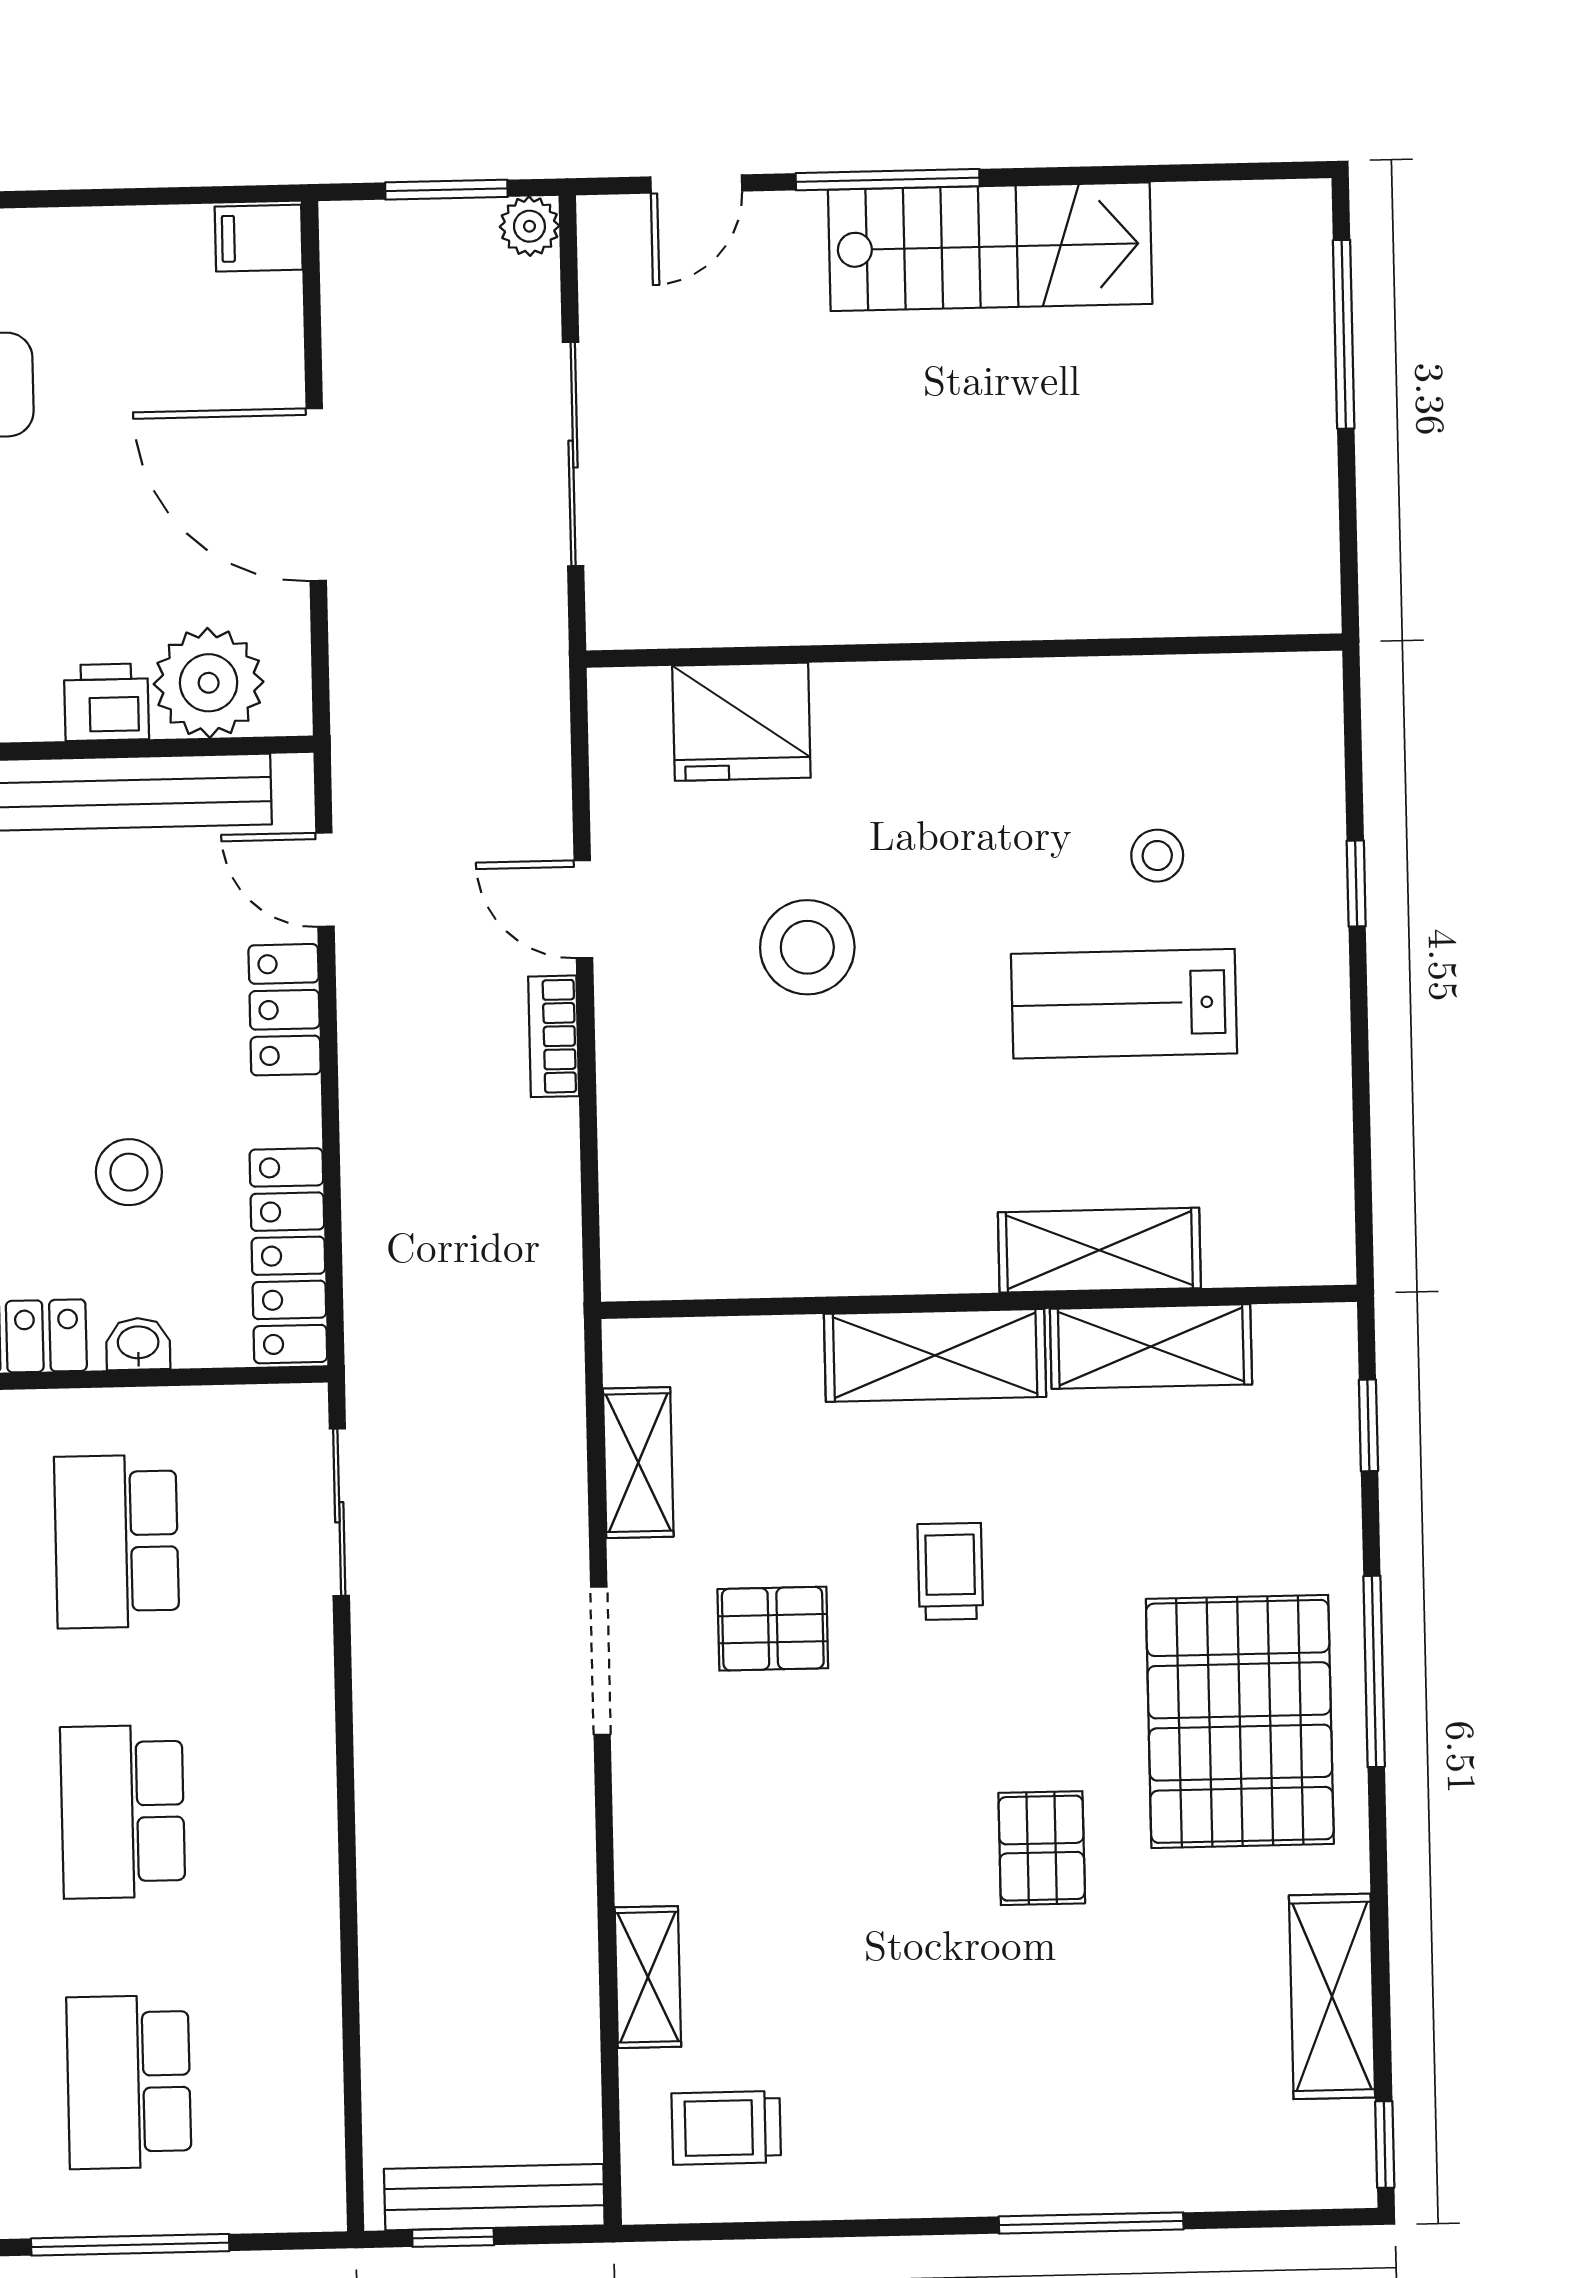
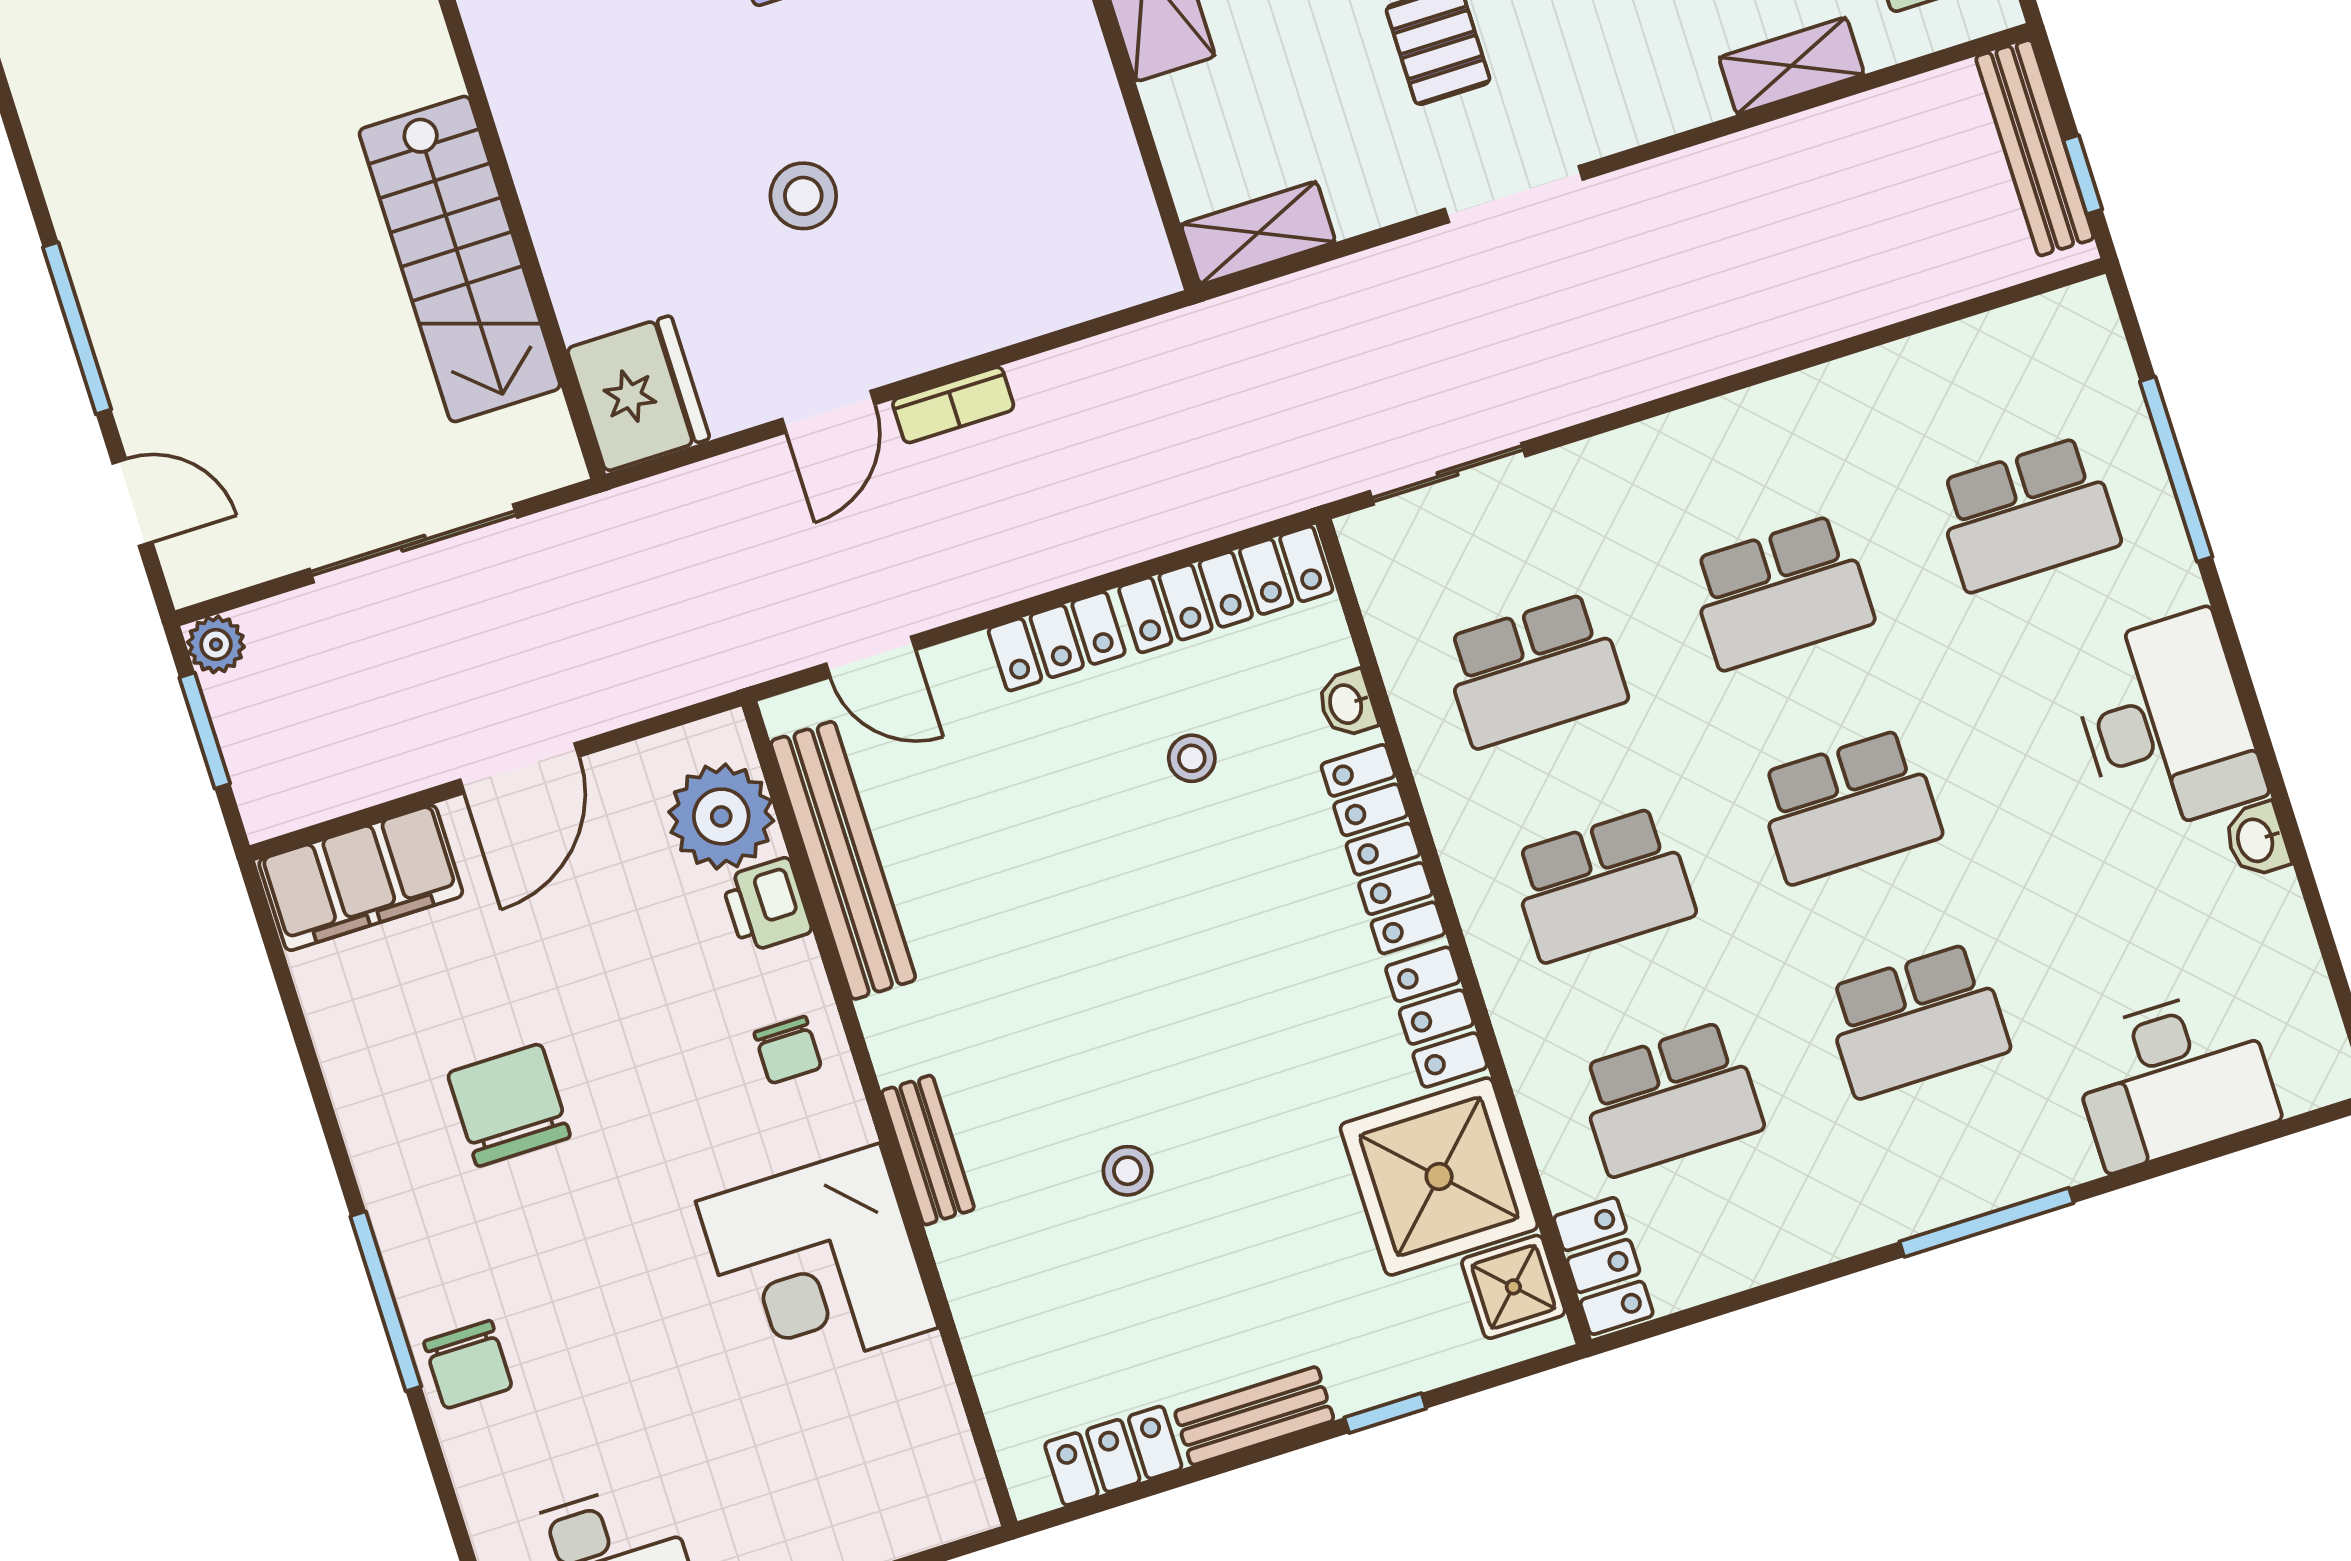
filing cabinet: (259, 238) -> (361, 878), width x3.00, depth x1.17
stairs: (990, 247) -> (460, 259), moved, turned 180
door: (316, 495) -> (520, 768), width x0.73
fridge: (741, 722) -> (638, 393), moved
door: (325, 880) -> (871, 657), hinge flipped
stool: (807, 947) -> (803, 196), width x0.73, depth x0.73
locker: (285, 1010) -> (1057, 641), moved
stool: (129, 1172) -> (1192, 758), width x0.73, depth x0.73
shelving: (638, 1463) -> (1258, 233), moved

